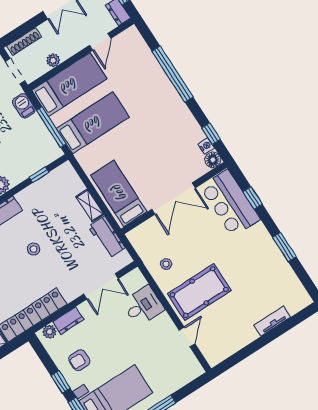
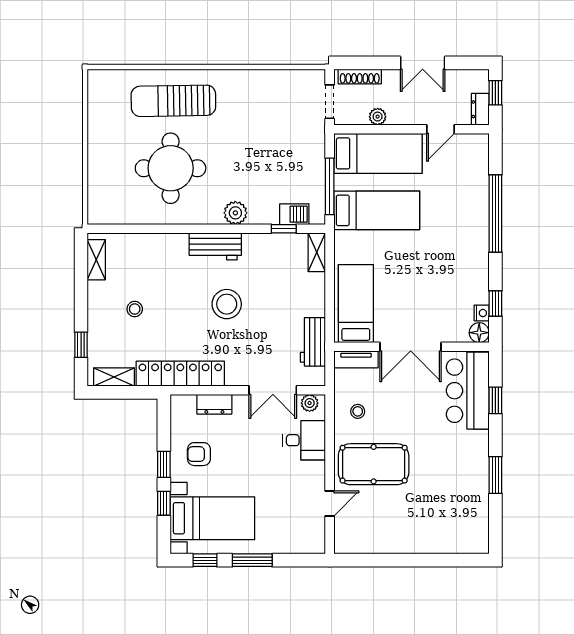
barbecue: (24, 106) -> (294, 214), moved, turned 90
shelving: (90, 205) -> (317, 252), moved
stool: (34, 249) -> (227, 304), width x1.89, depth x1.89
tv unit: (272, 321) -> (356, 359), moved, turned 180
plant: (49, 332) -> (310, 403), moved

